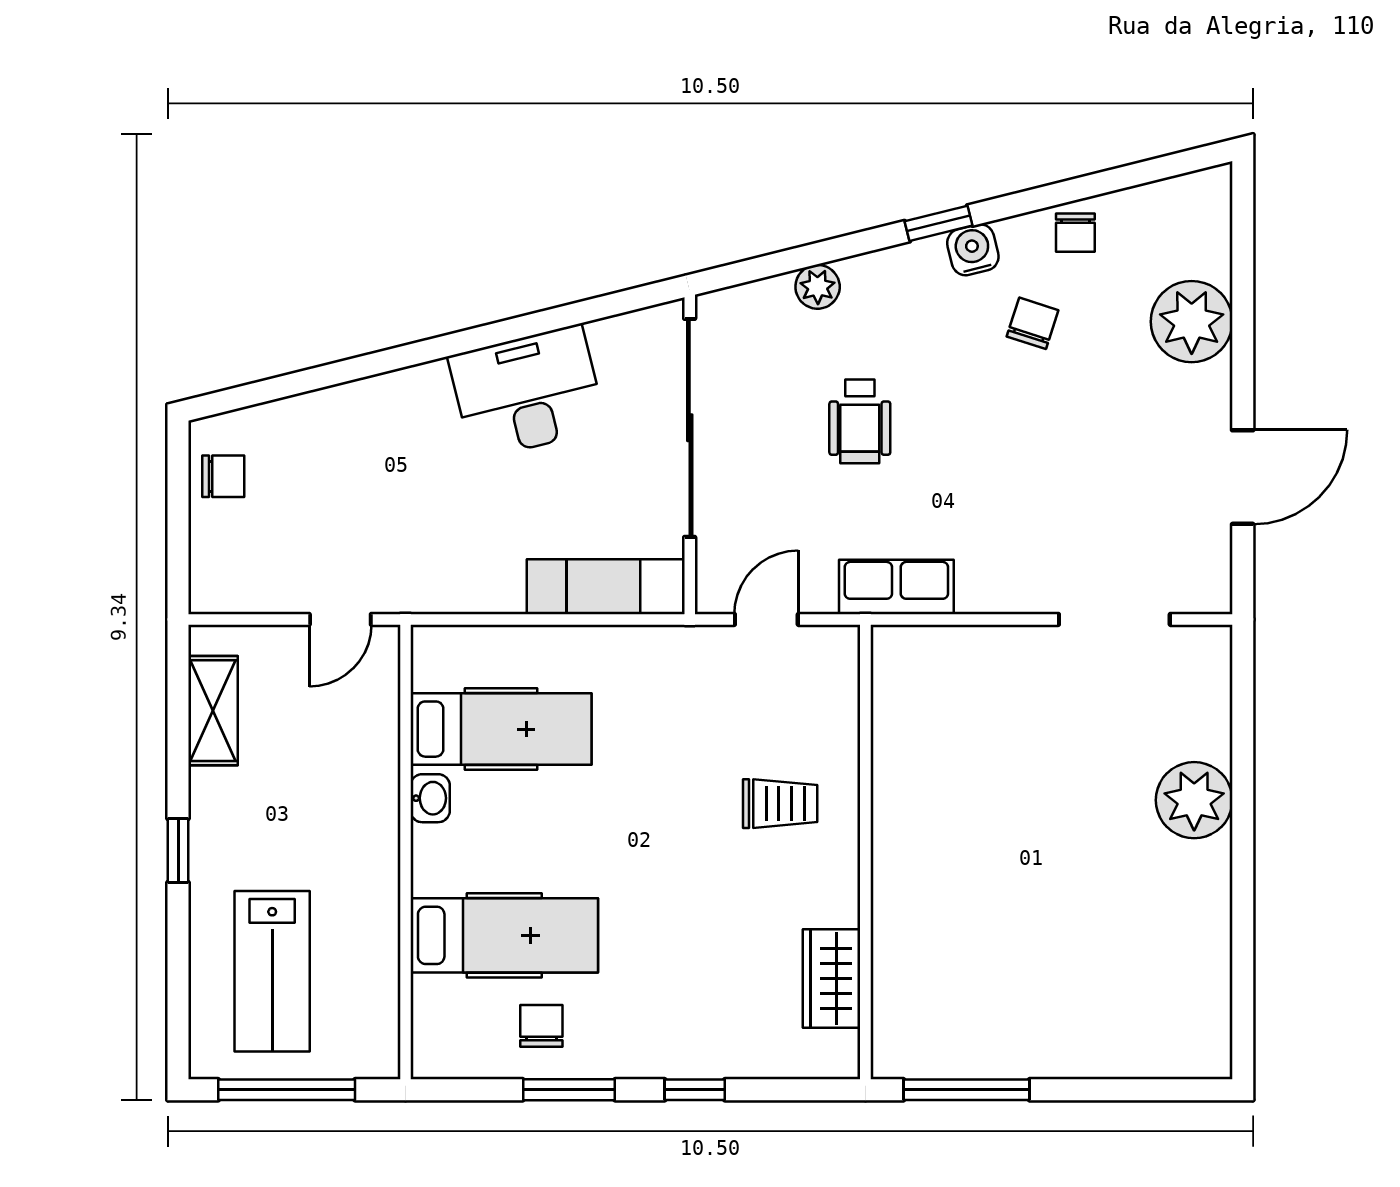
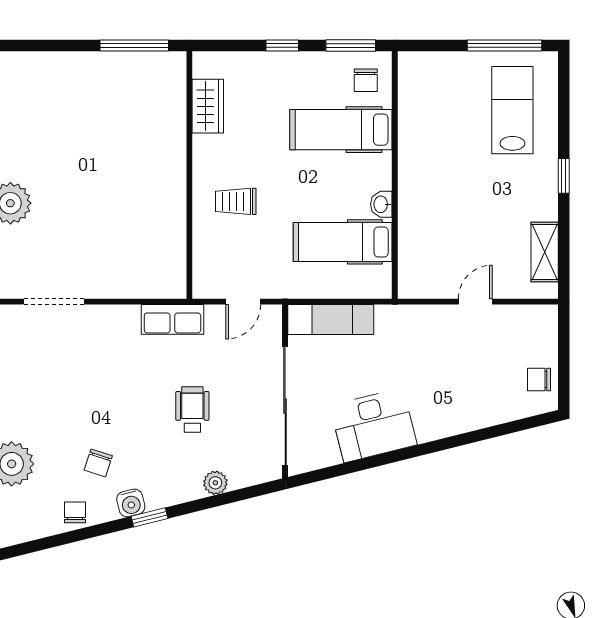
hospital bed: (501, 729) -> (343, 242), moved
washbasin: (430, 798) -> (381, 204), moved
wall: (405, 852) -> (395, 175), moved
hospital bed: (504, 935) -> (341, 130), moved

